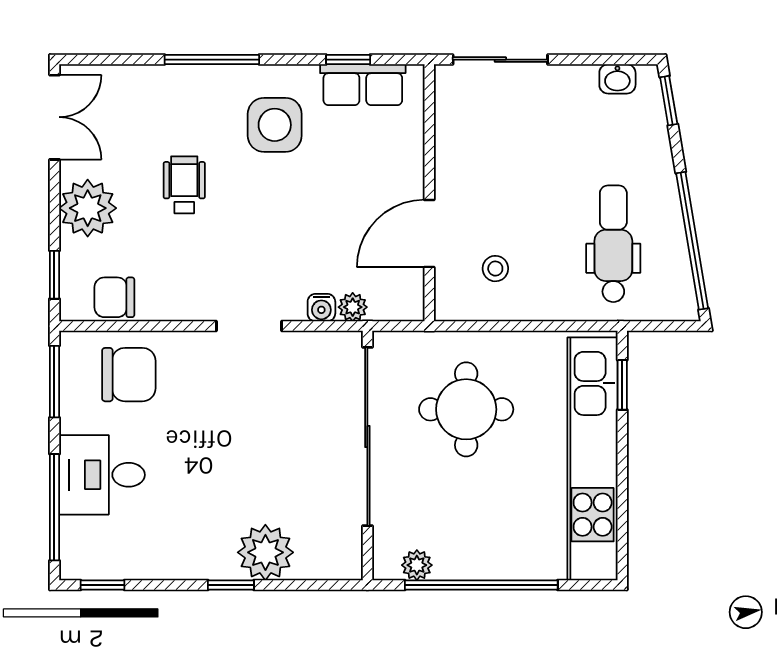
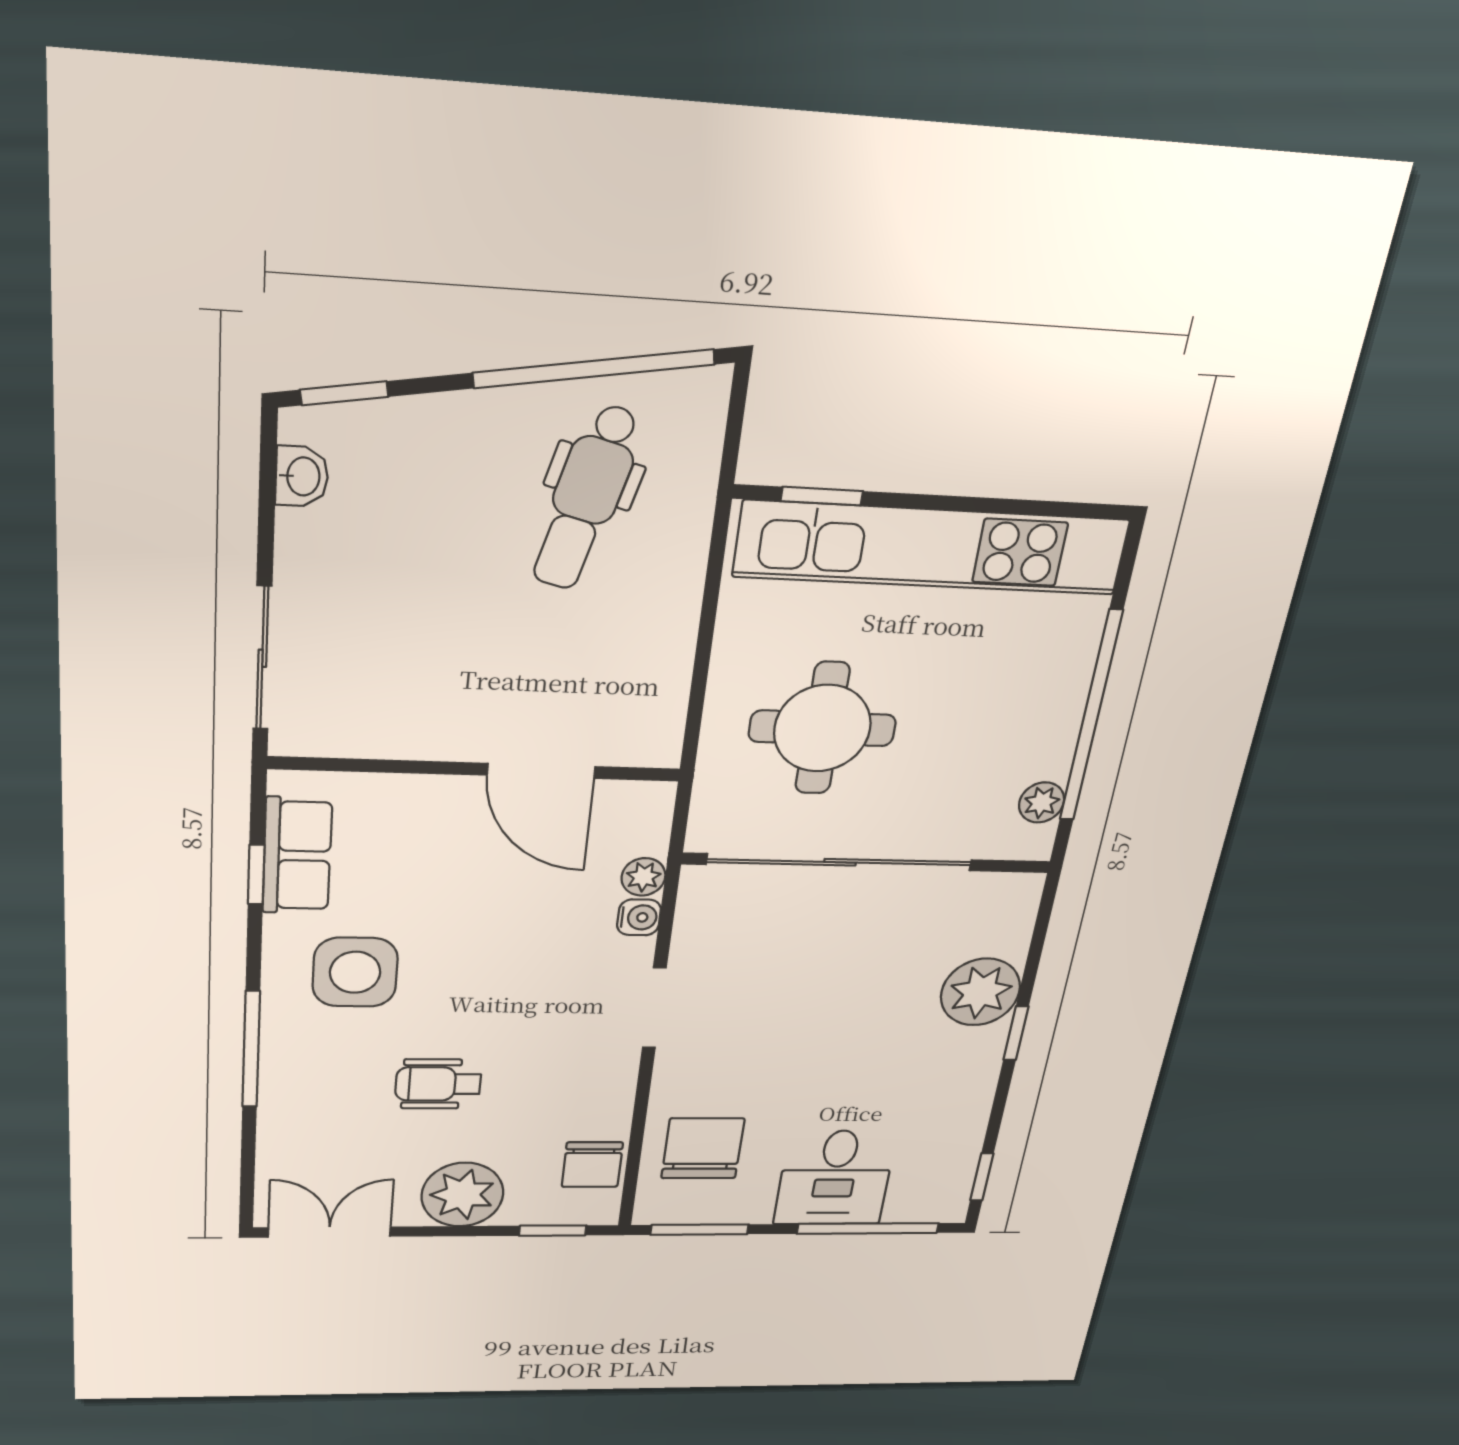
dental chair: (613, 244) -> (586, 498), turned -75
stool: (495, 269) -> (607, 679), removed

